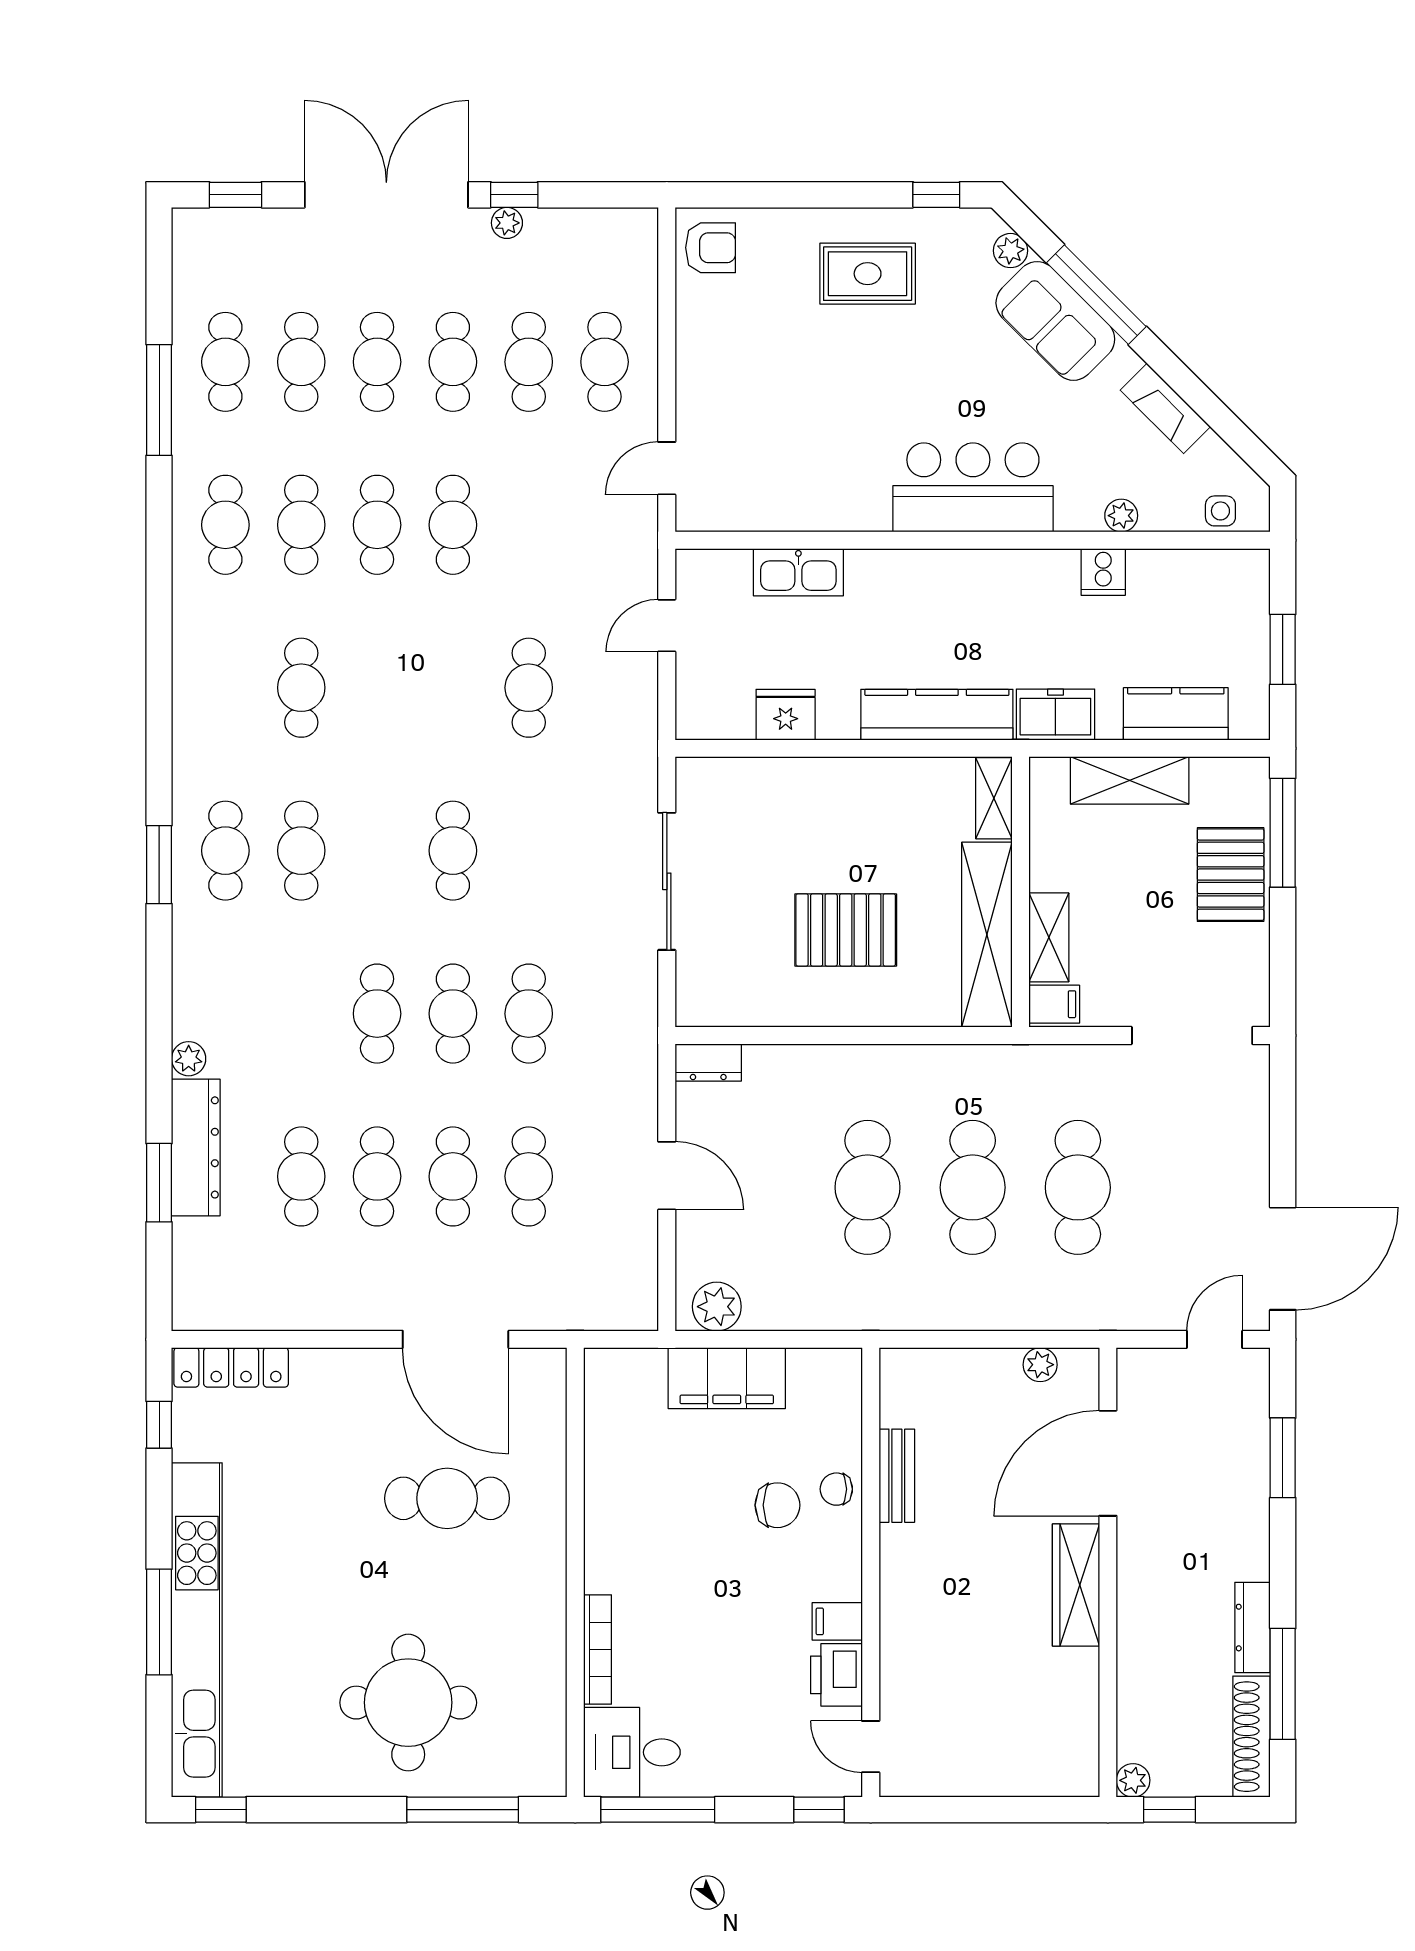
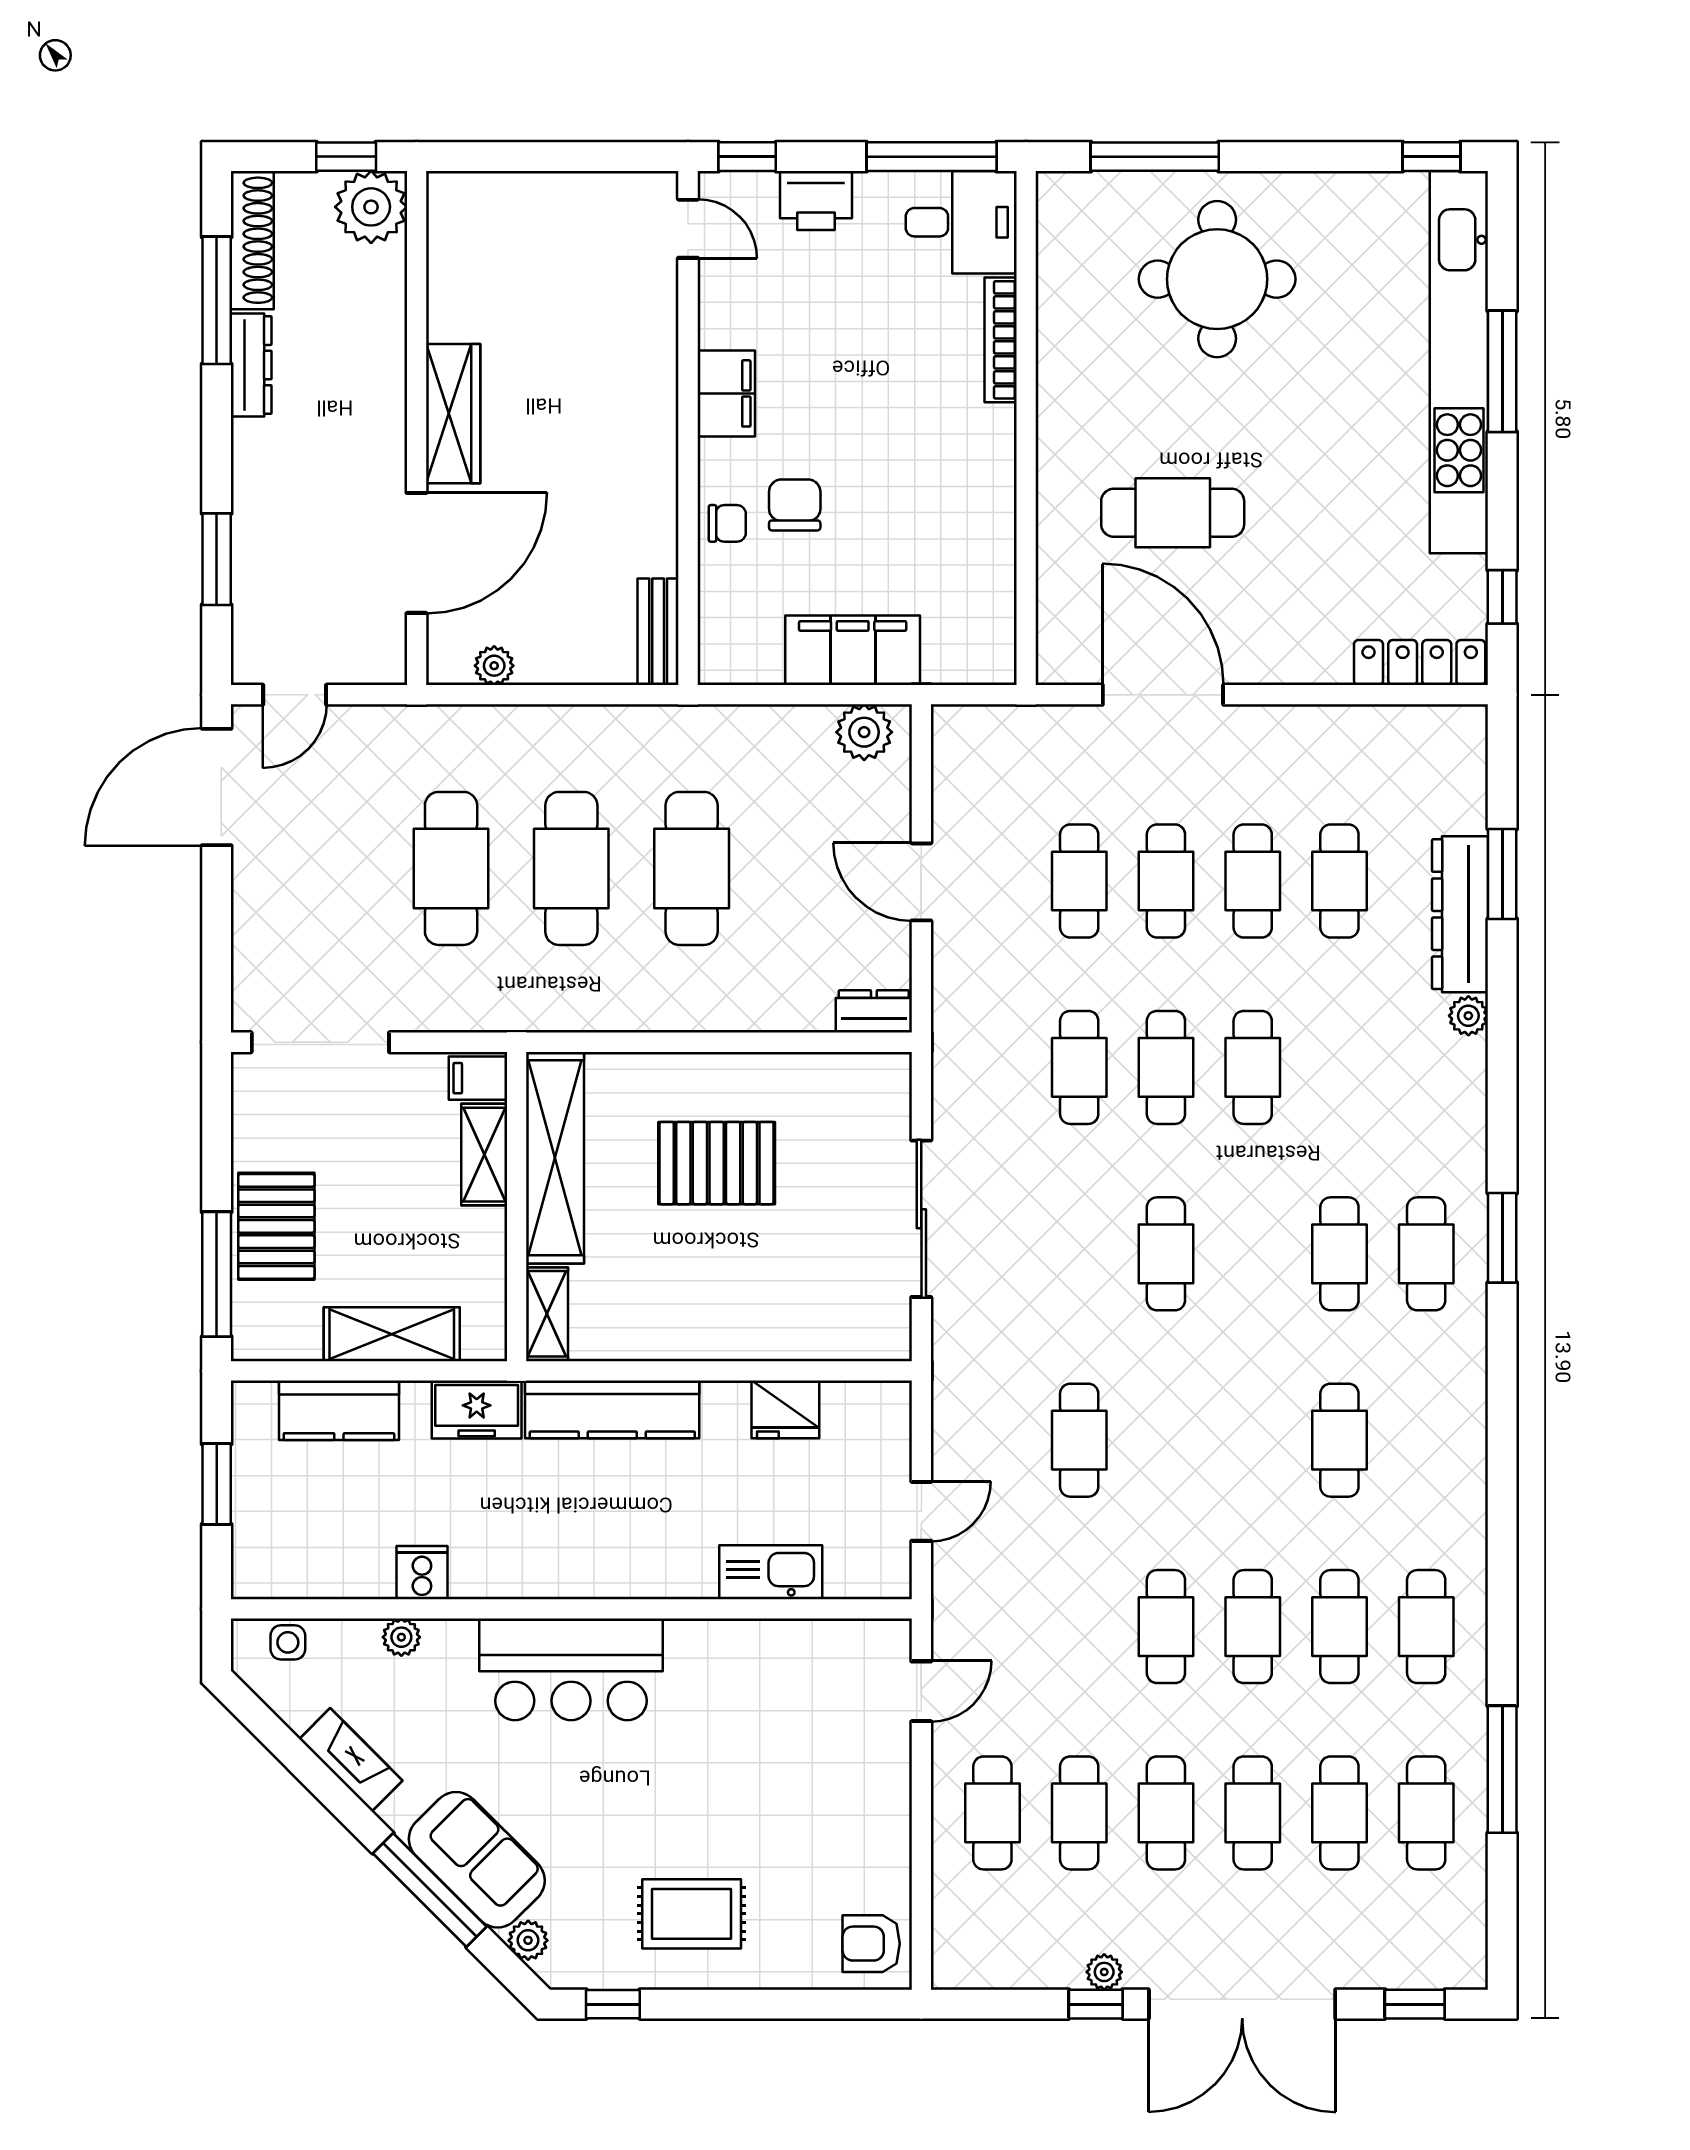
bench: (897, 1476) -> (658, 632), moved
chair: (777, 1505) -> (795, 505), turned 90
filing cabinet: (837, 1621) -> (726, 393), width x2.00
printer: (836, 1675) -> (816, 201), moved, turned 90
plant: (1133, 1780) -> (371, 207), width x1.88, depth x1.88

